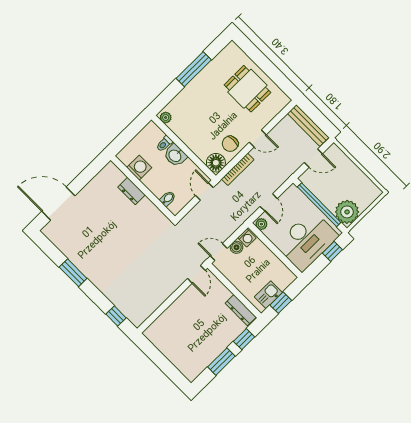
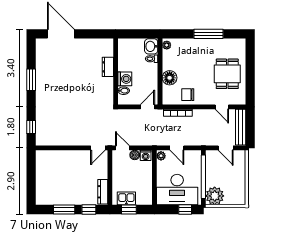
door: (258, 138) -> (222, 107), moved
washbasin: (175, 155) -> (151, 46), moved
floor lamp: (216, 163) -> (170, 78), moved
washing machine: (139, 168) -> (125, 79), moved
door: (269, 202) -> (177, 148), hinge flipped

